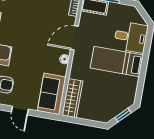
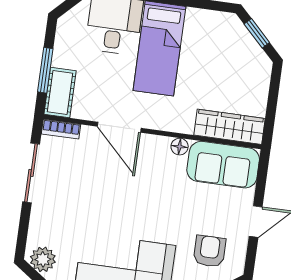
floor lamp: (65, 59) -> (180, 147), moved

